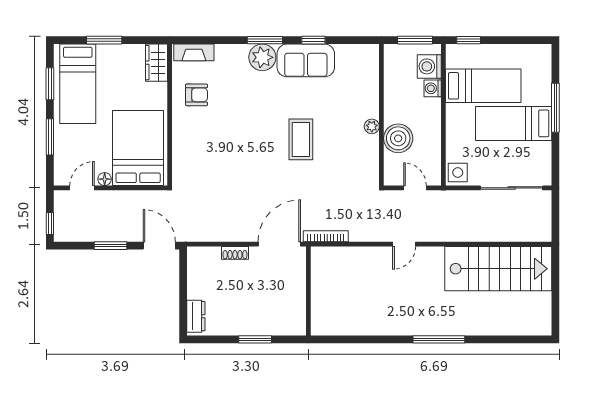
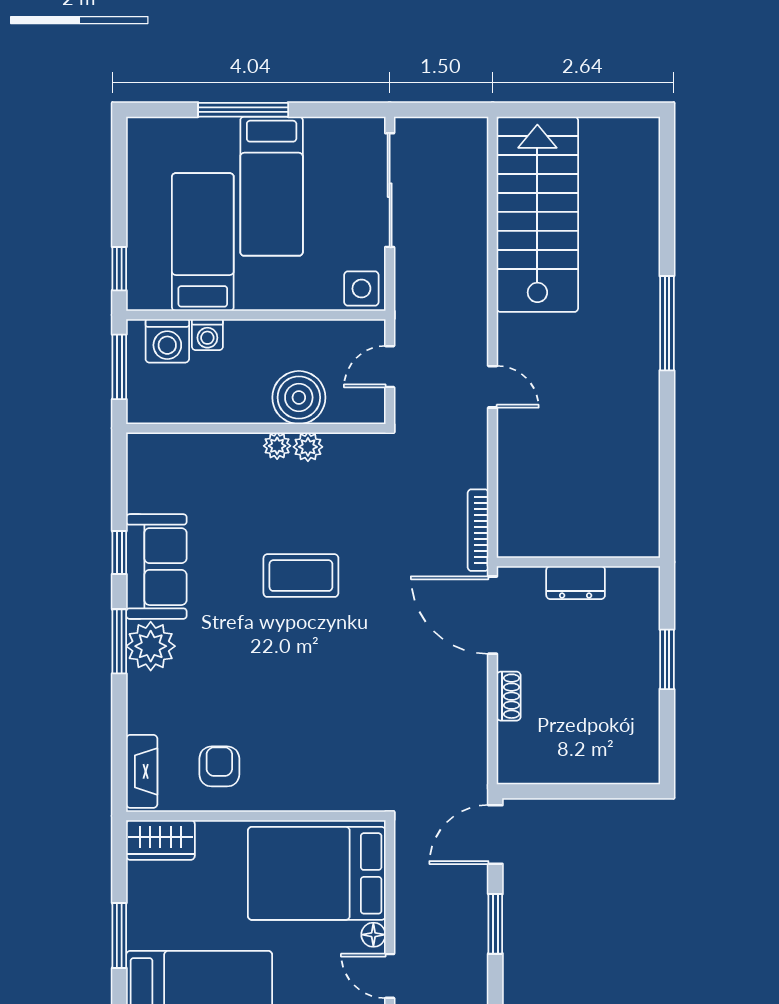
plant: (371, 143) -> (308, 447), added
dresser: (196, 316) -> (576, 583), moved, turned 180

